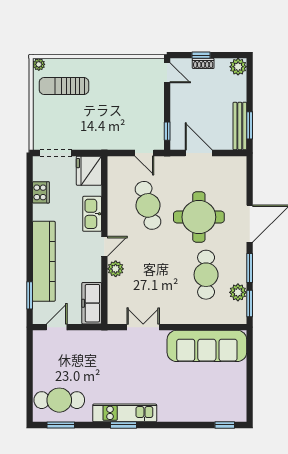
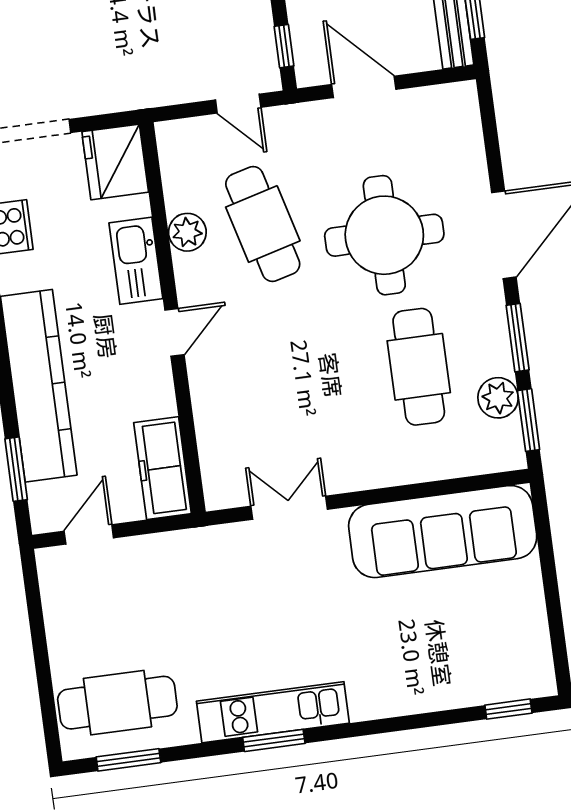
plant: (116, 269) -> (187, 232), moved

